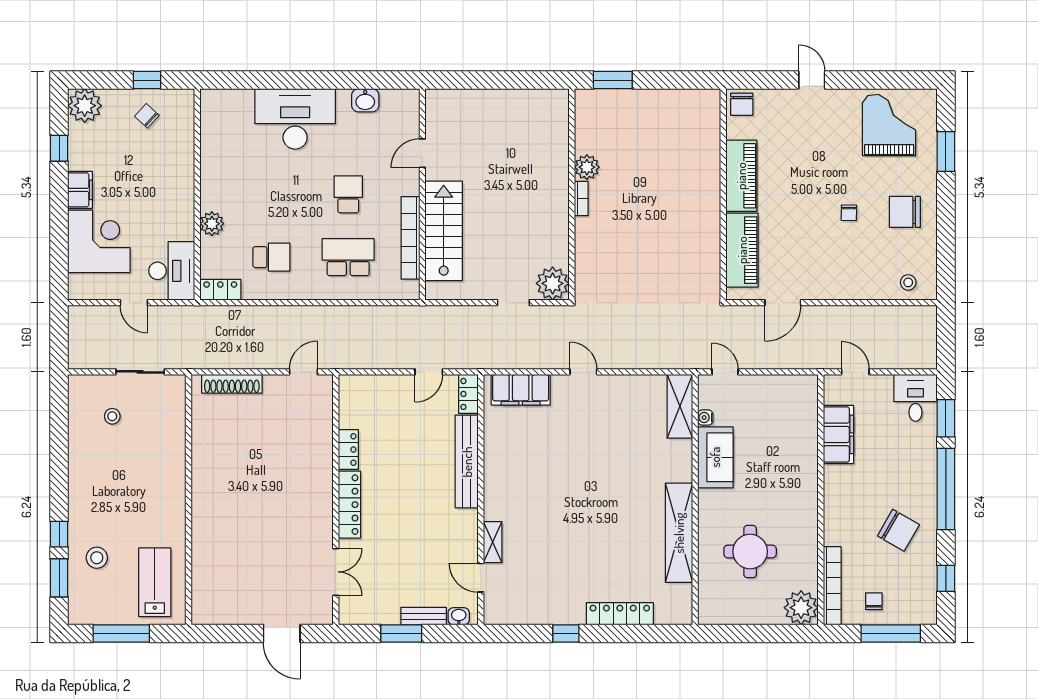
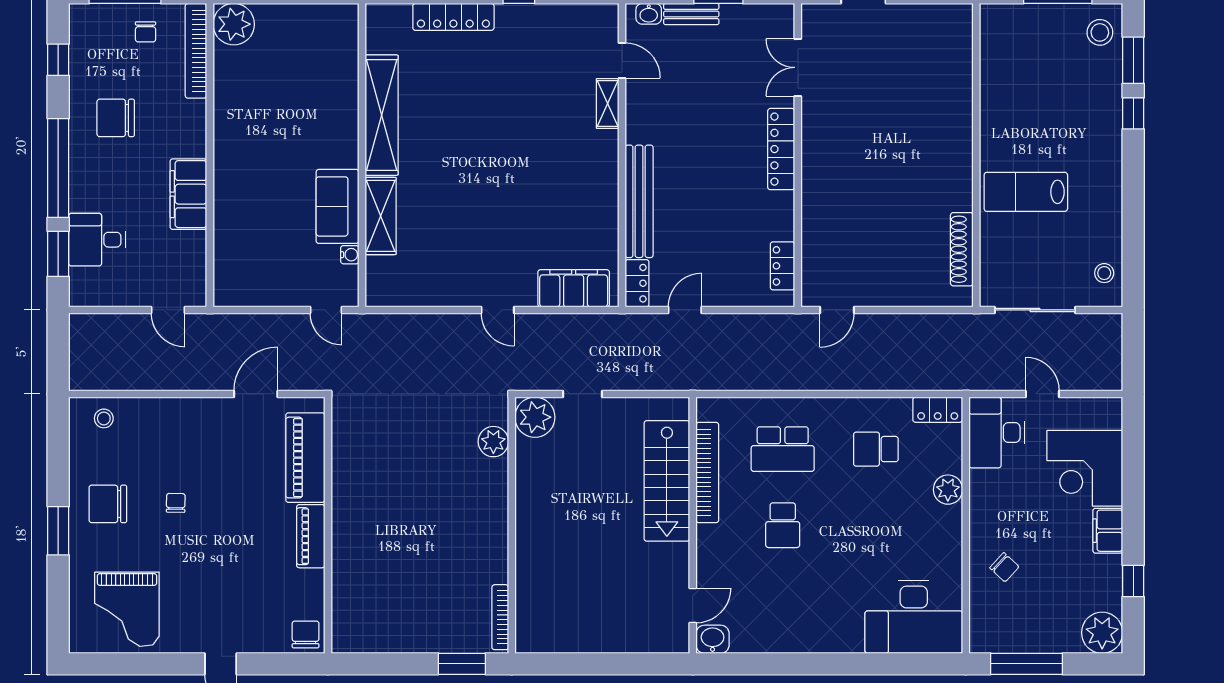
window: (147, 80) -> (1027, 664), width x2.17
washbasin: (365, 100) -> (713, 639), moved
chair: (147, 116) -> (1004, 567), moved
desk: (295, 119) -> (914, 617), moved
window: (946, 151) -> (58, 531), moved
door: (422, 153) -> (693, 605), moved
plant: (587, 167) -> (493, 442), moved
piano: (741, 176) -> (311, 536), width x0.73, depth x0.75
bookcase: (581, 199) -> (500, 617), moved, width x1.56
chair: (905, 212) -> (108, 504), turned 180
sliding door: (140, 372) -> (1035, 310), width x1.37
shoe rack: (232, 384) -> (962, 249), moved, turned -90
desk: (915, 398) -> (97, 240), moved, turned 90
shelving: (680, 406) -> (381, 216), moved
stool: (112, 416) -> (1104, 273), moved
filing cabinet: (838, 434) -> (188, 194), moved
locker: (348, 450) -> (782, 266), moved
chair: (898, 530) -> (116, 118), turned -30
round table: (750, 552) -> (296, 92), removed
stool: (97, 558) -> (1100, 32), moved
lab bench: (155, 582) -> (1026, 192), moved, turned 90

